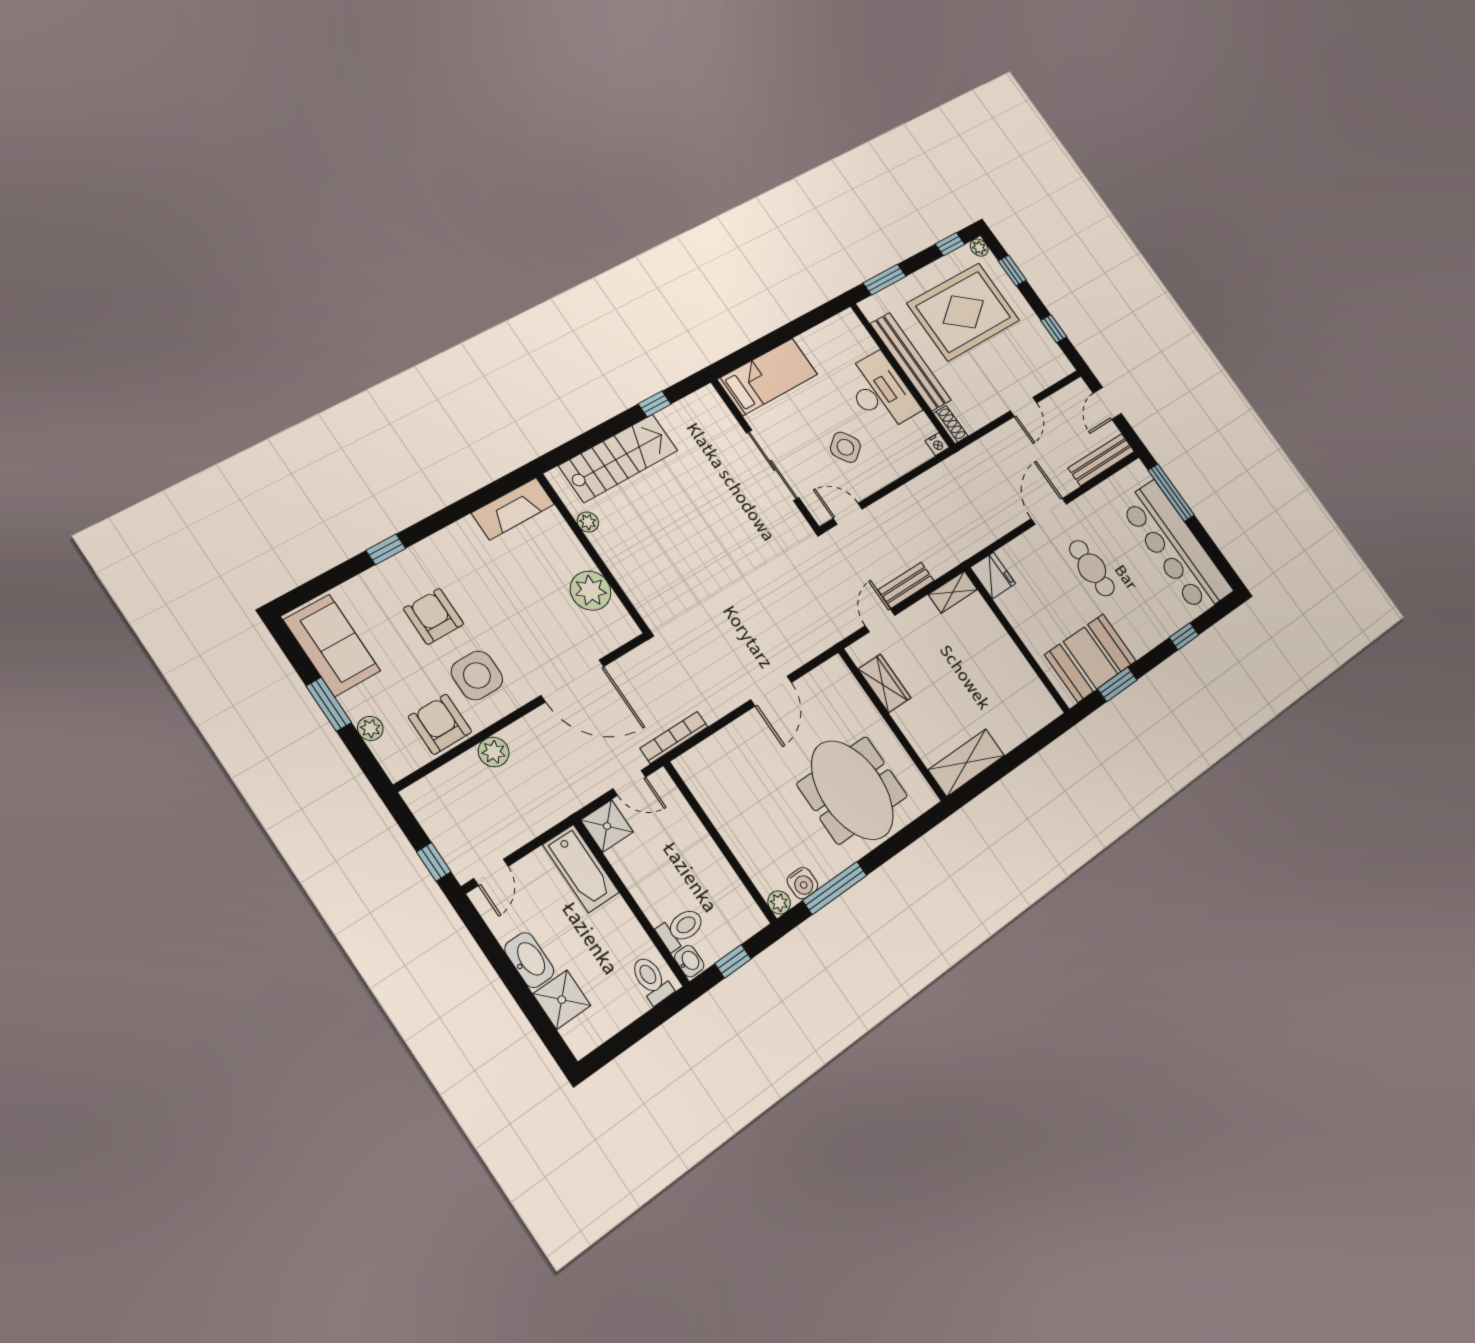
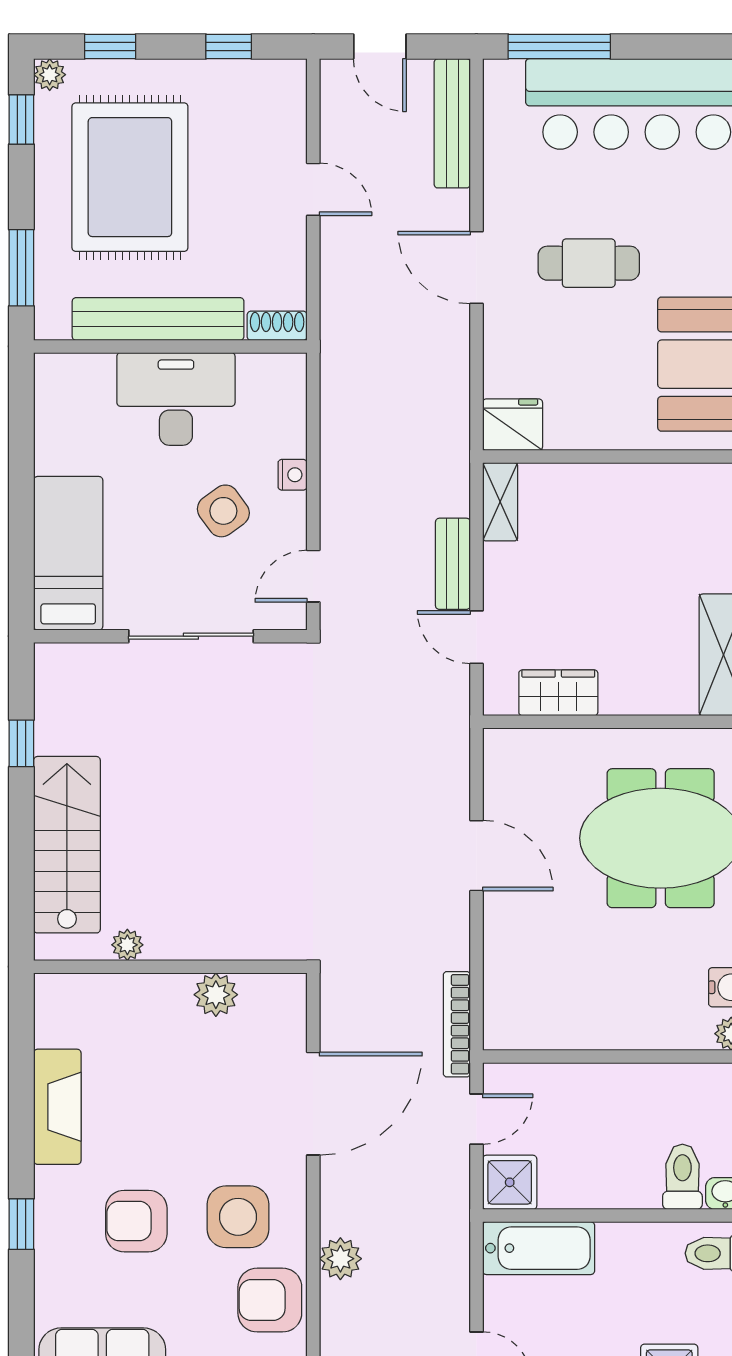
nightstand: (937, 444) -> (293, 475), moved
fireplace: (513, 509) -> (57, 1107), moved
plant: (591, 591) -> (216, 995), width x0.73, depth x0.73

